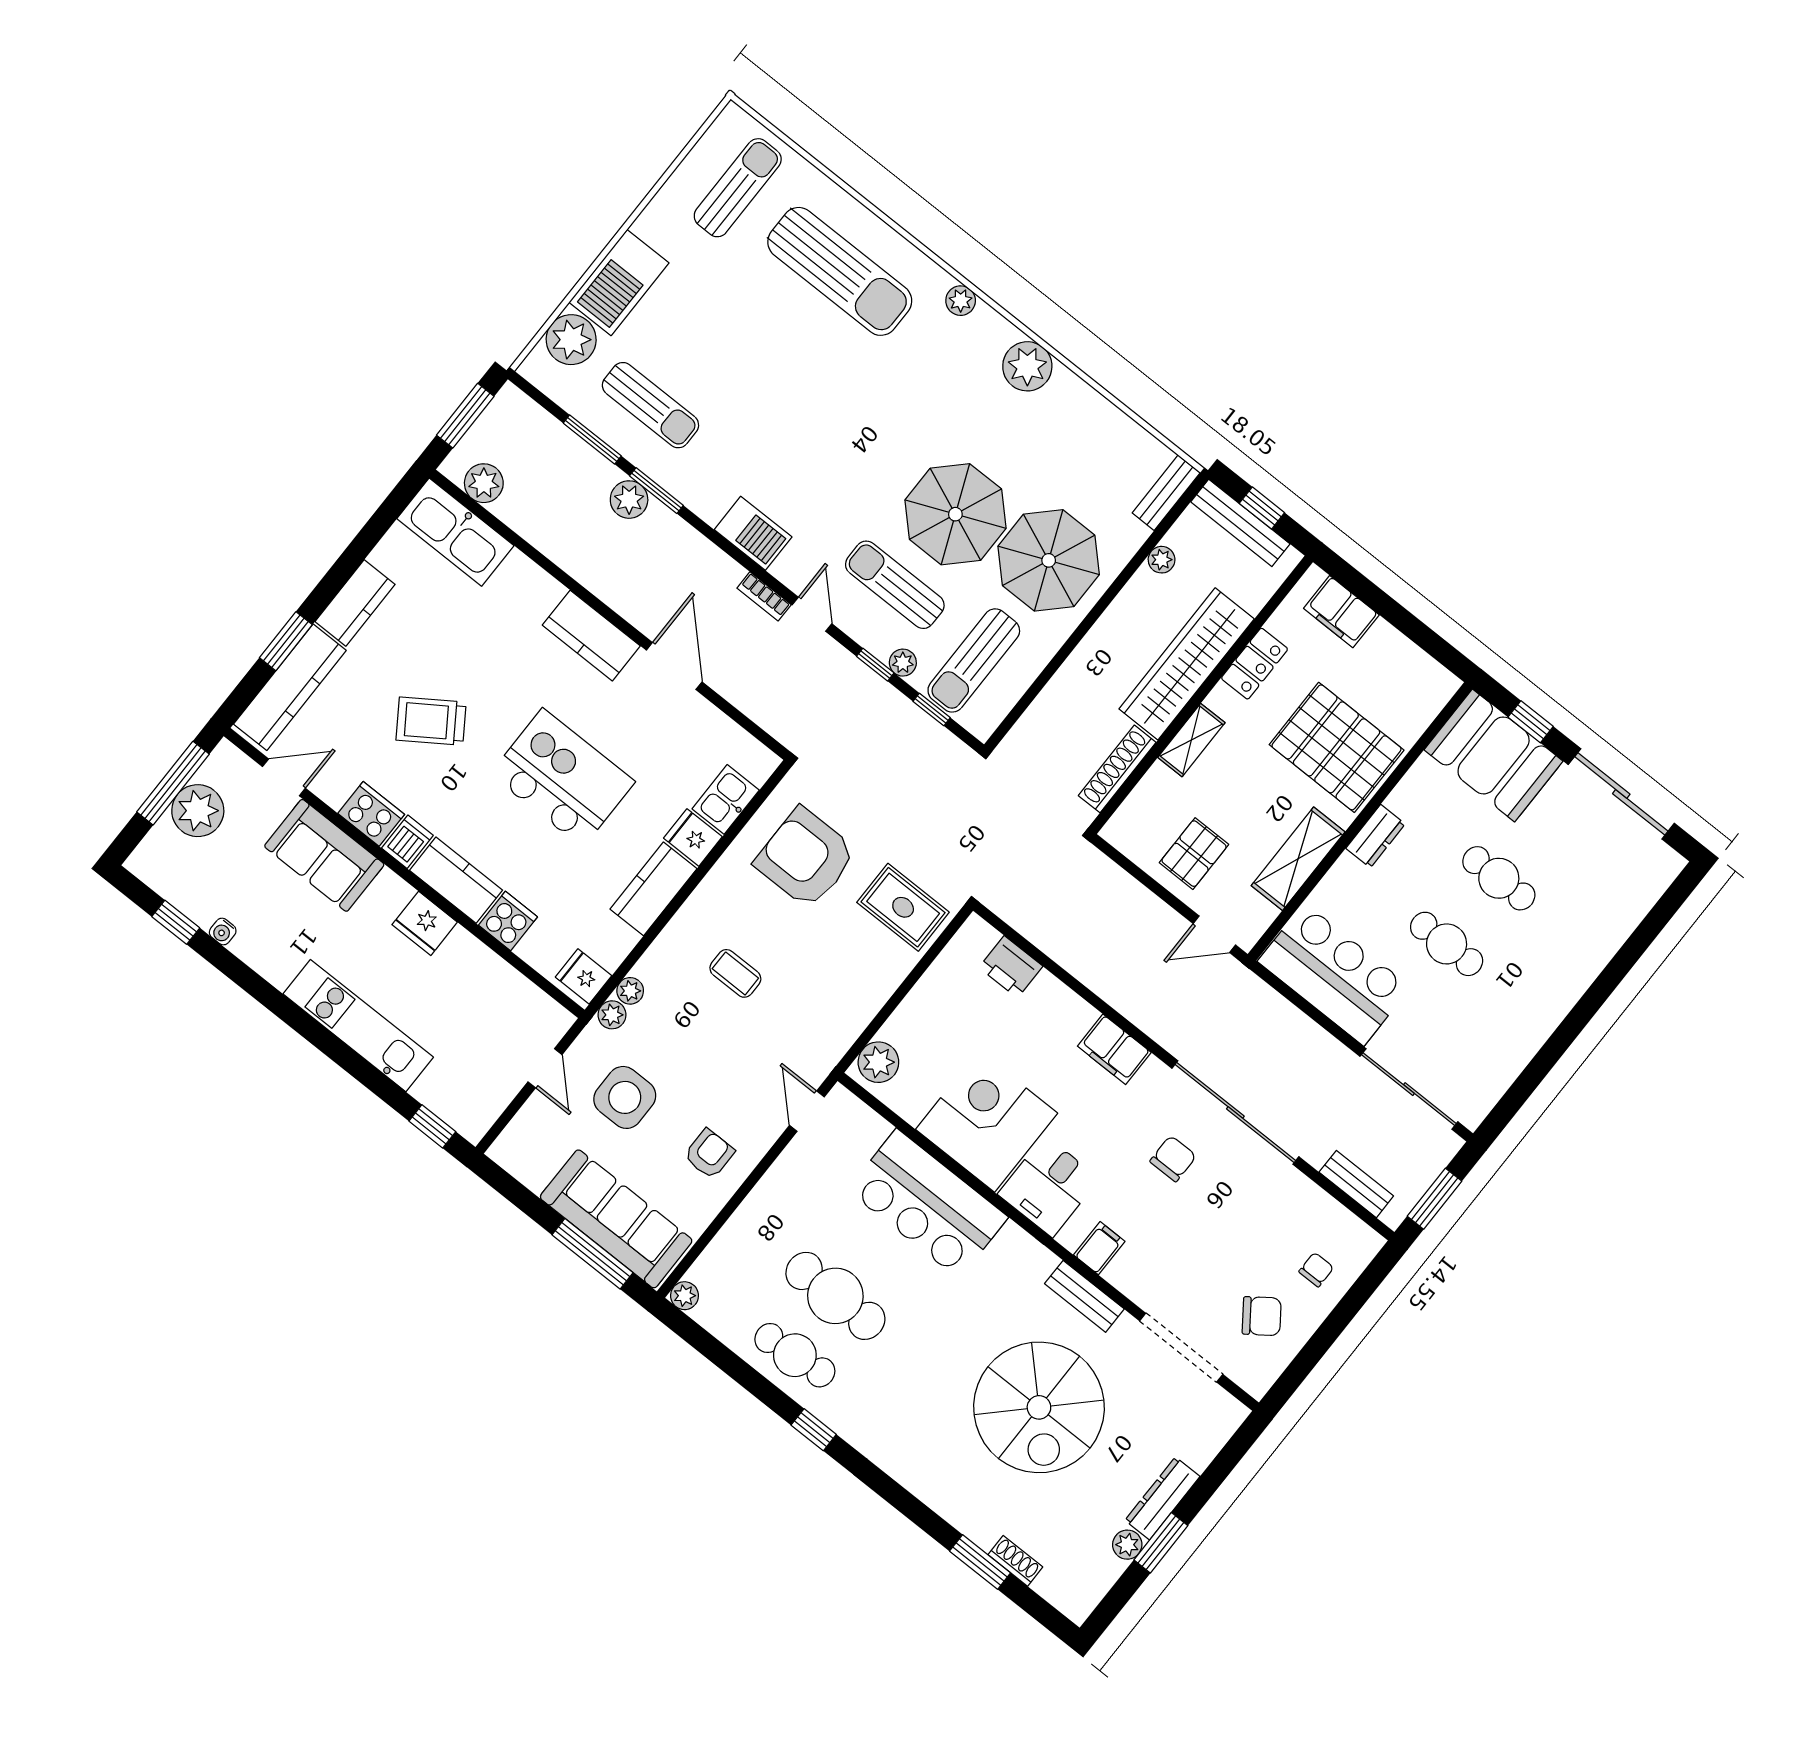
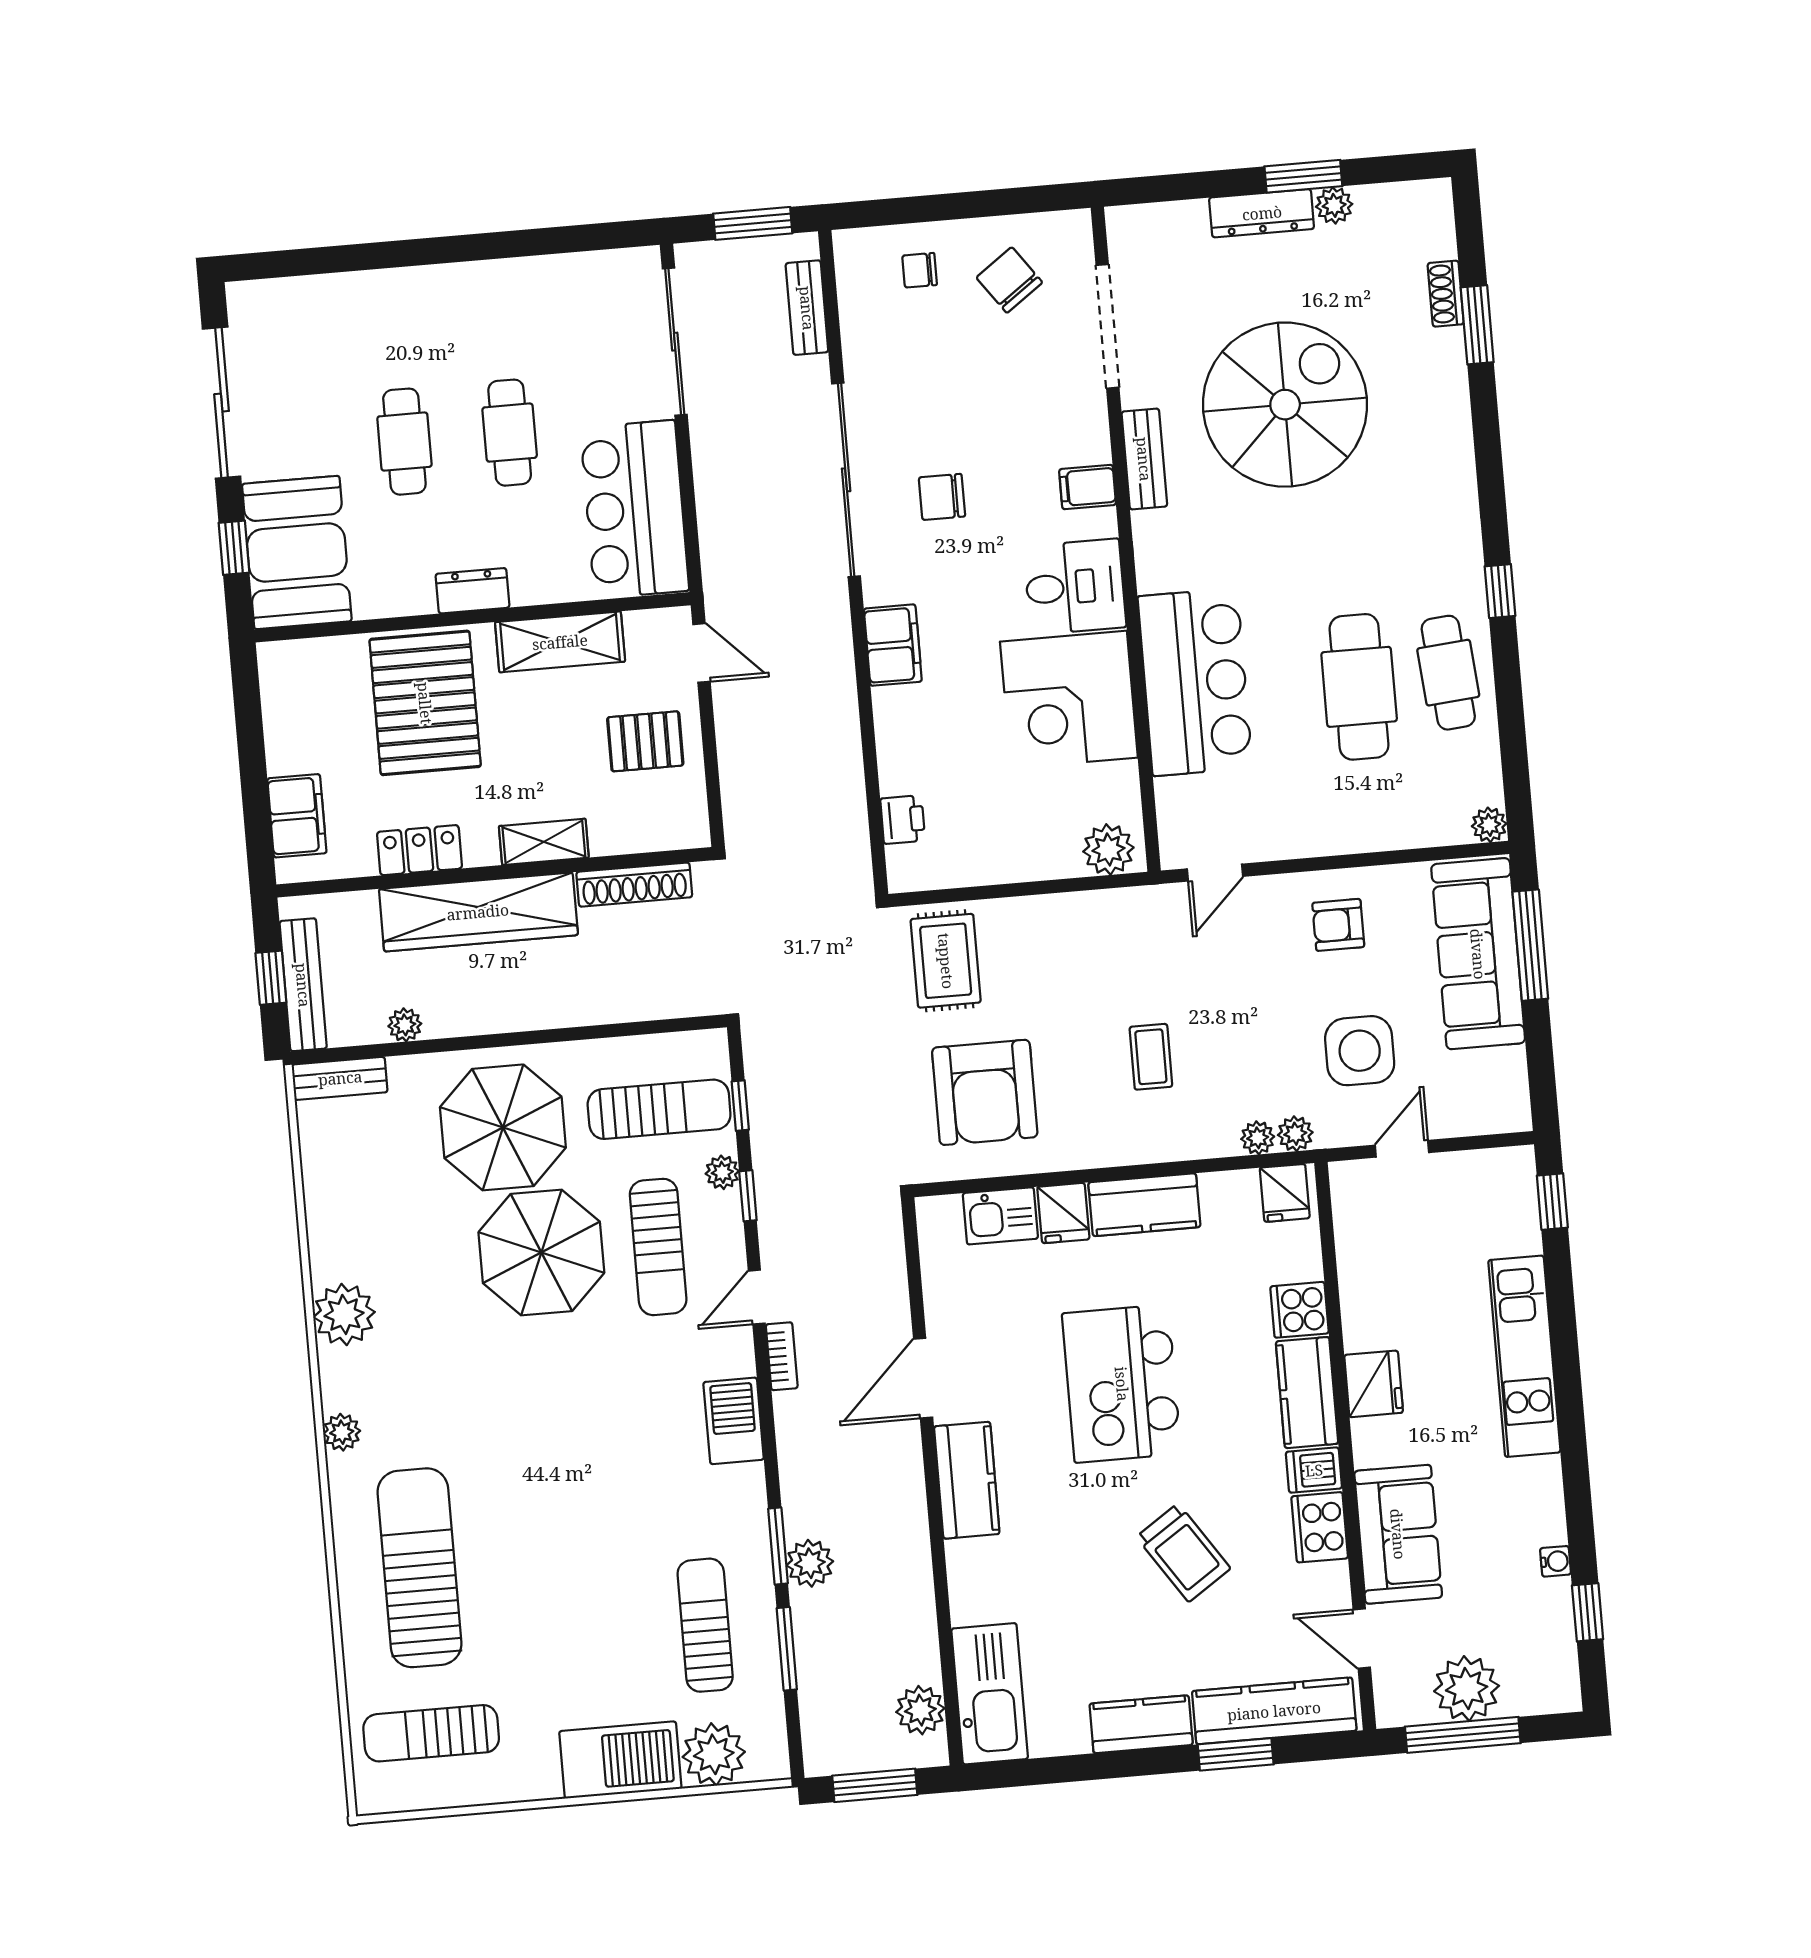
printer: (1011, 967) -> (903, 820), width x0.73, depth x0.81

